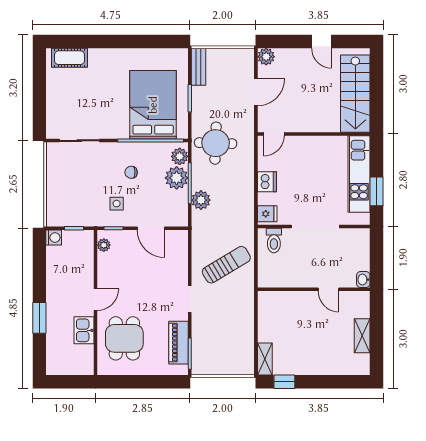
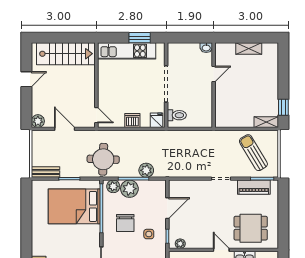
chair: (131, 172) -> (125, 223), width x1.87, depth x1.87
sun lounger: (226, 265) -> (253, 153), moved

